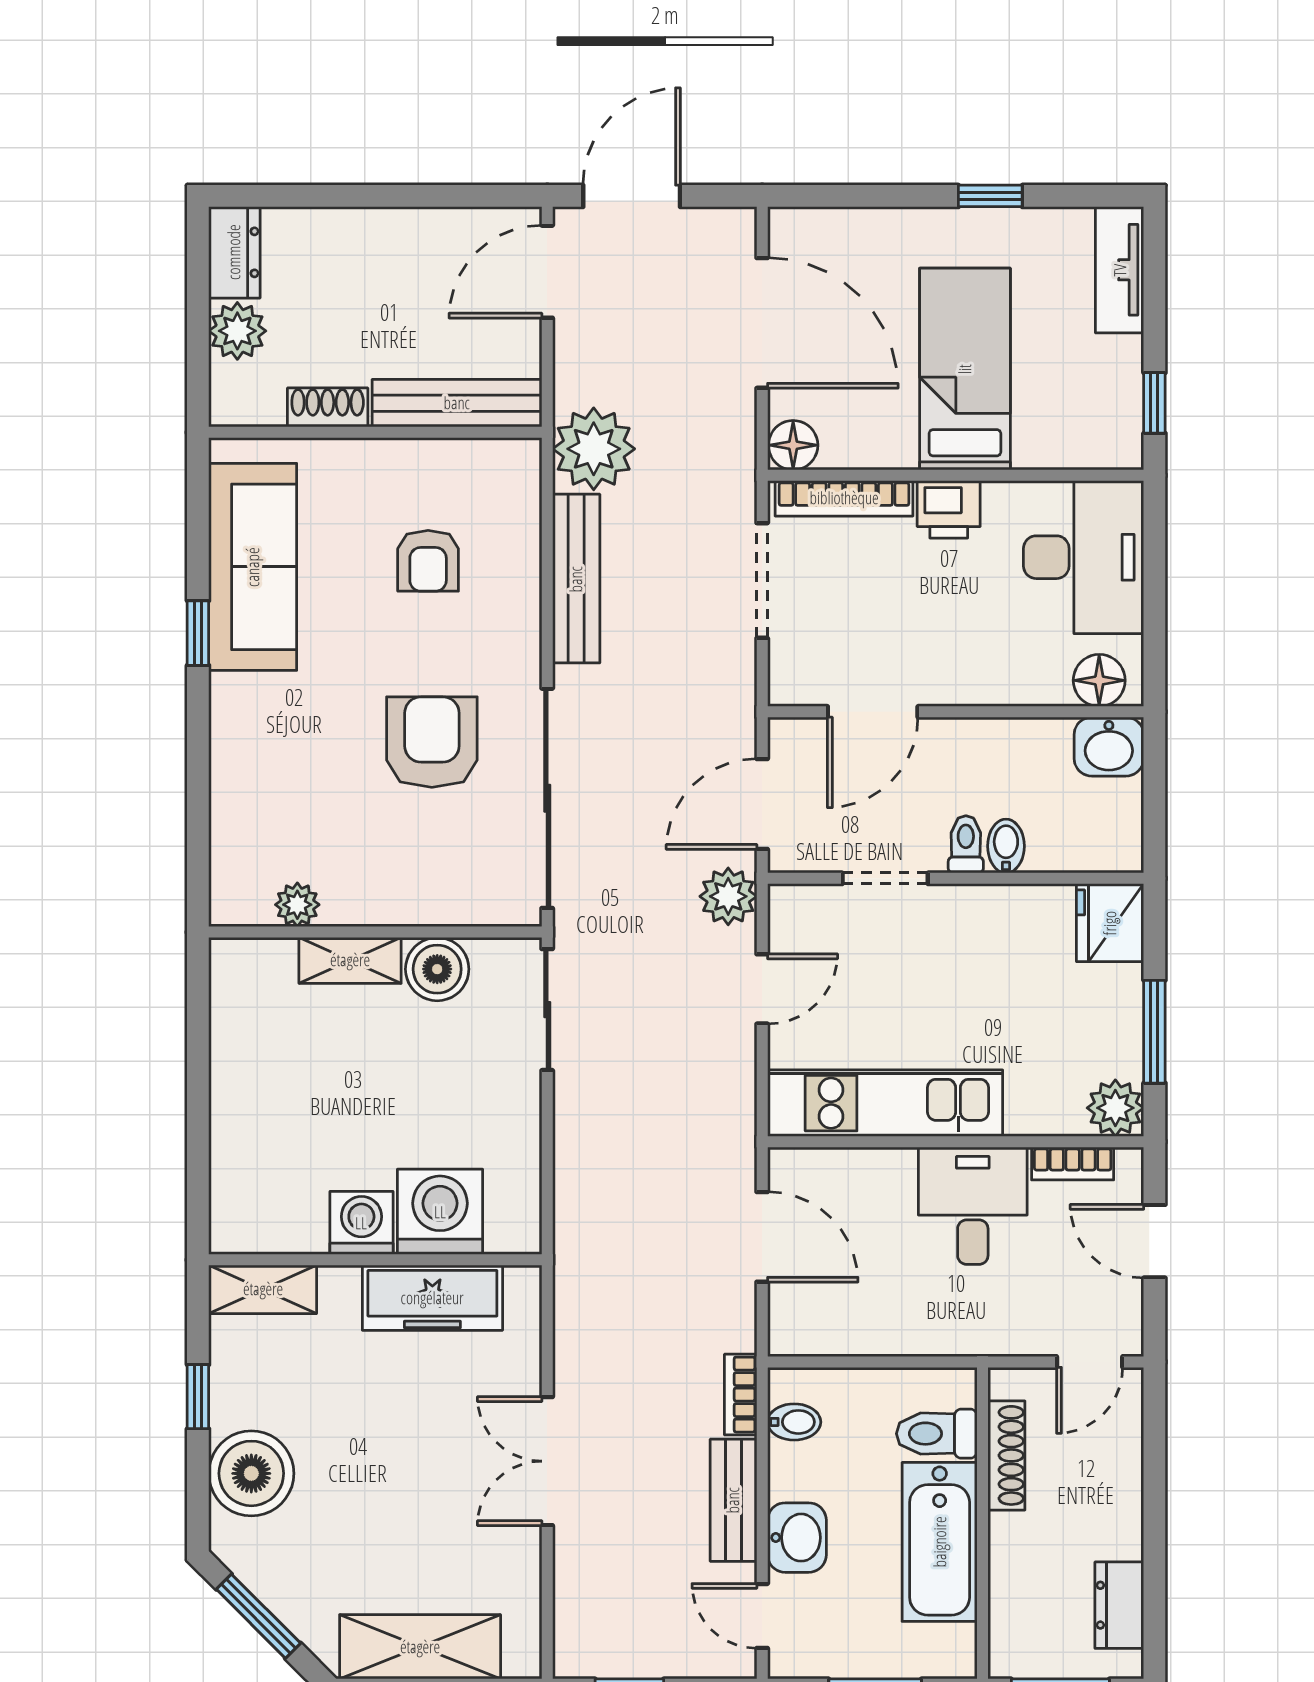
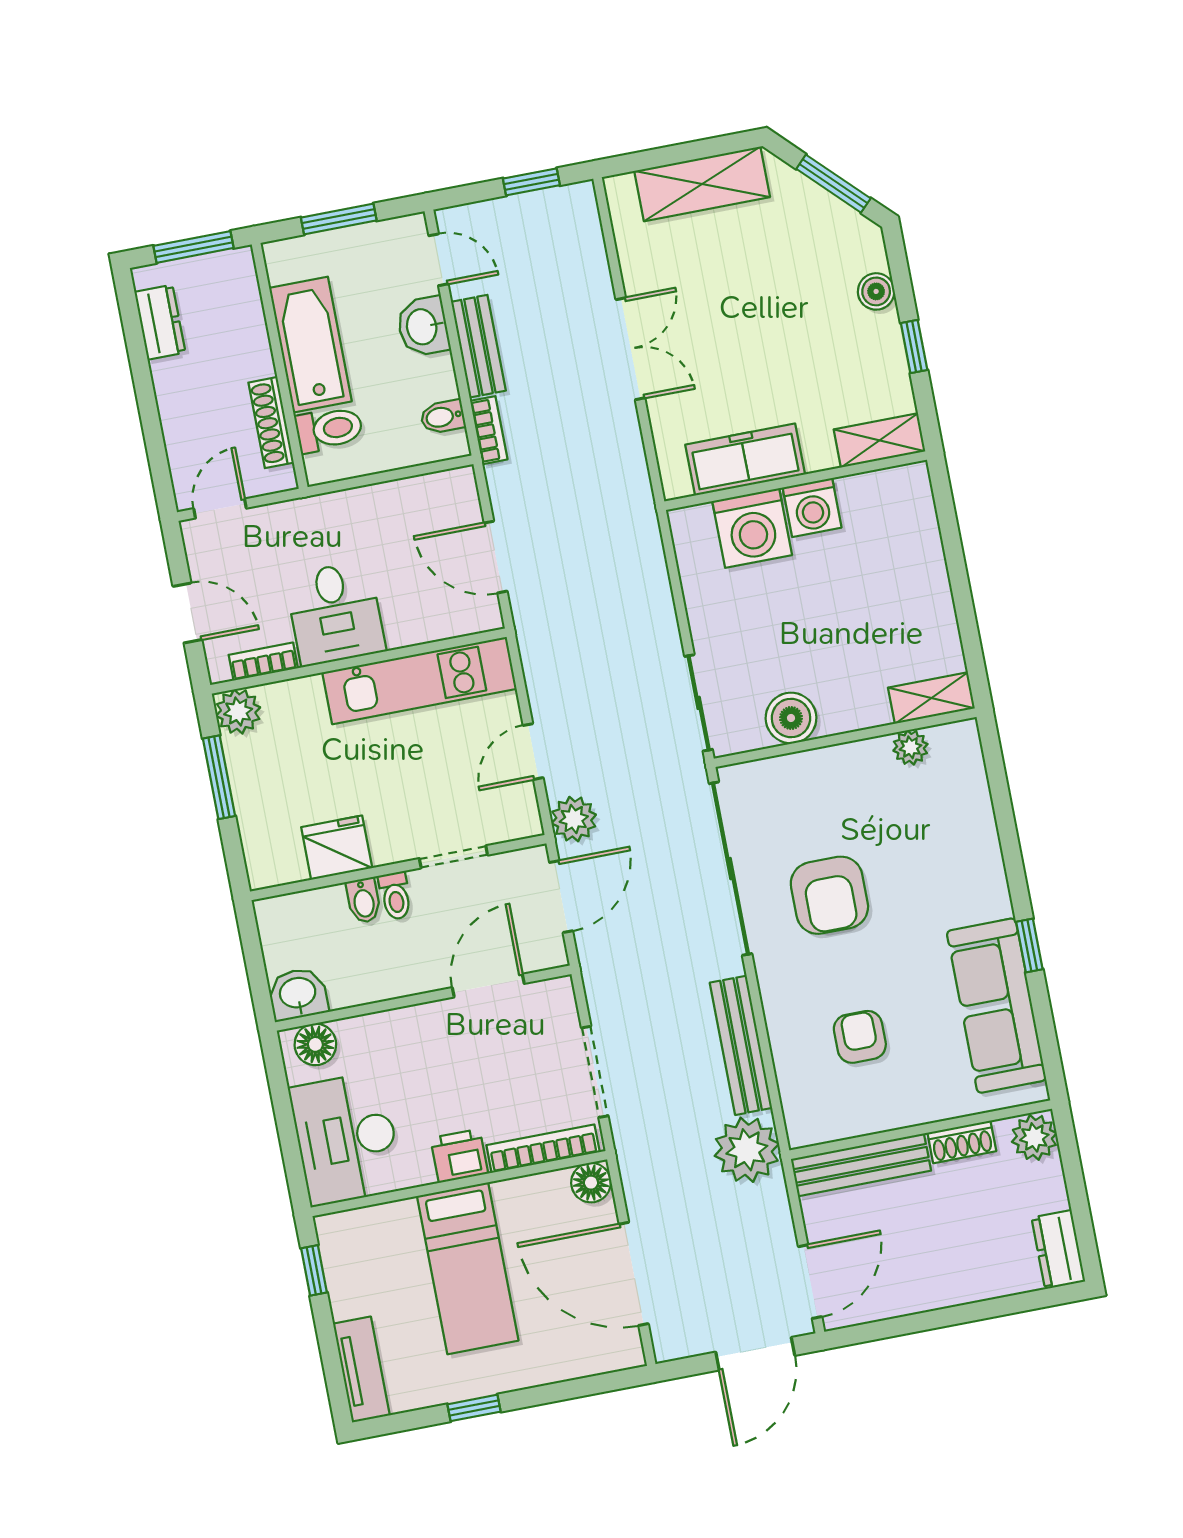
plant: (237, 331) -> (1034, 1137), moved
fridge: (1110, 923) -> (337, 848), moved, turned -90
shelving: (350, 960) -> (931, 698), moved
boiler: (251, 1473) -> (876, 291), width x0.54, depth x0.54

